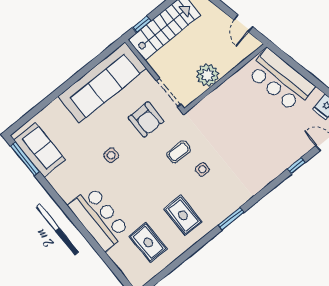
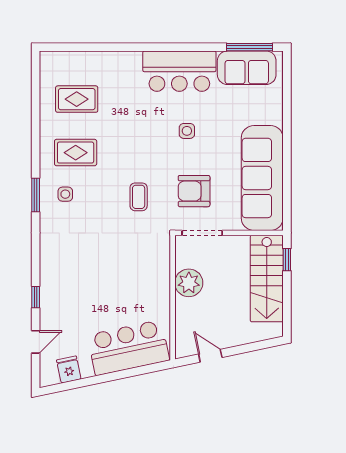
side table: (202, 169) -> (65, 194), moved
bar counter: (99, 218) -> (179, 71), moved

